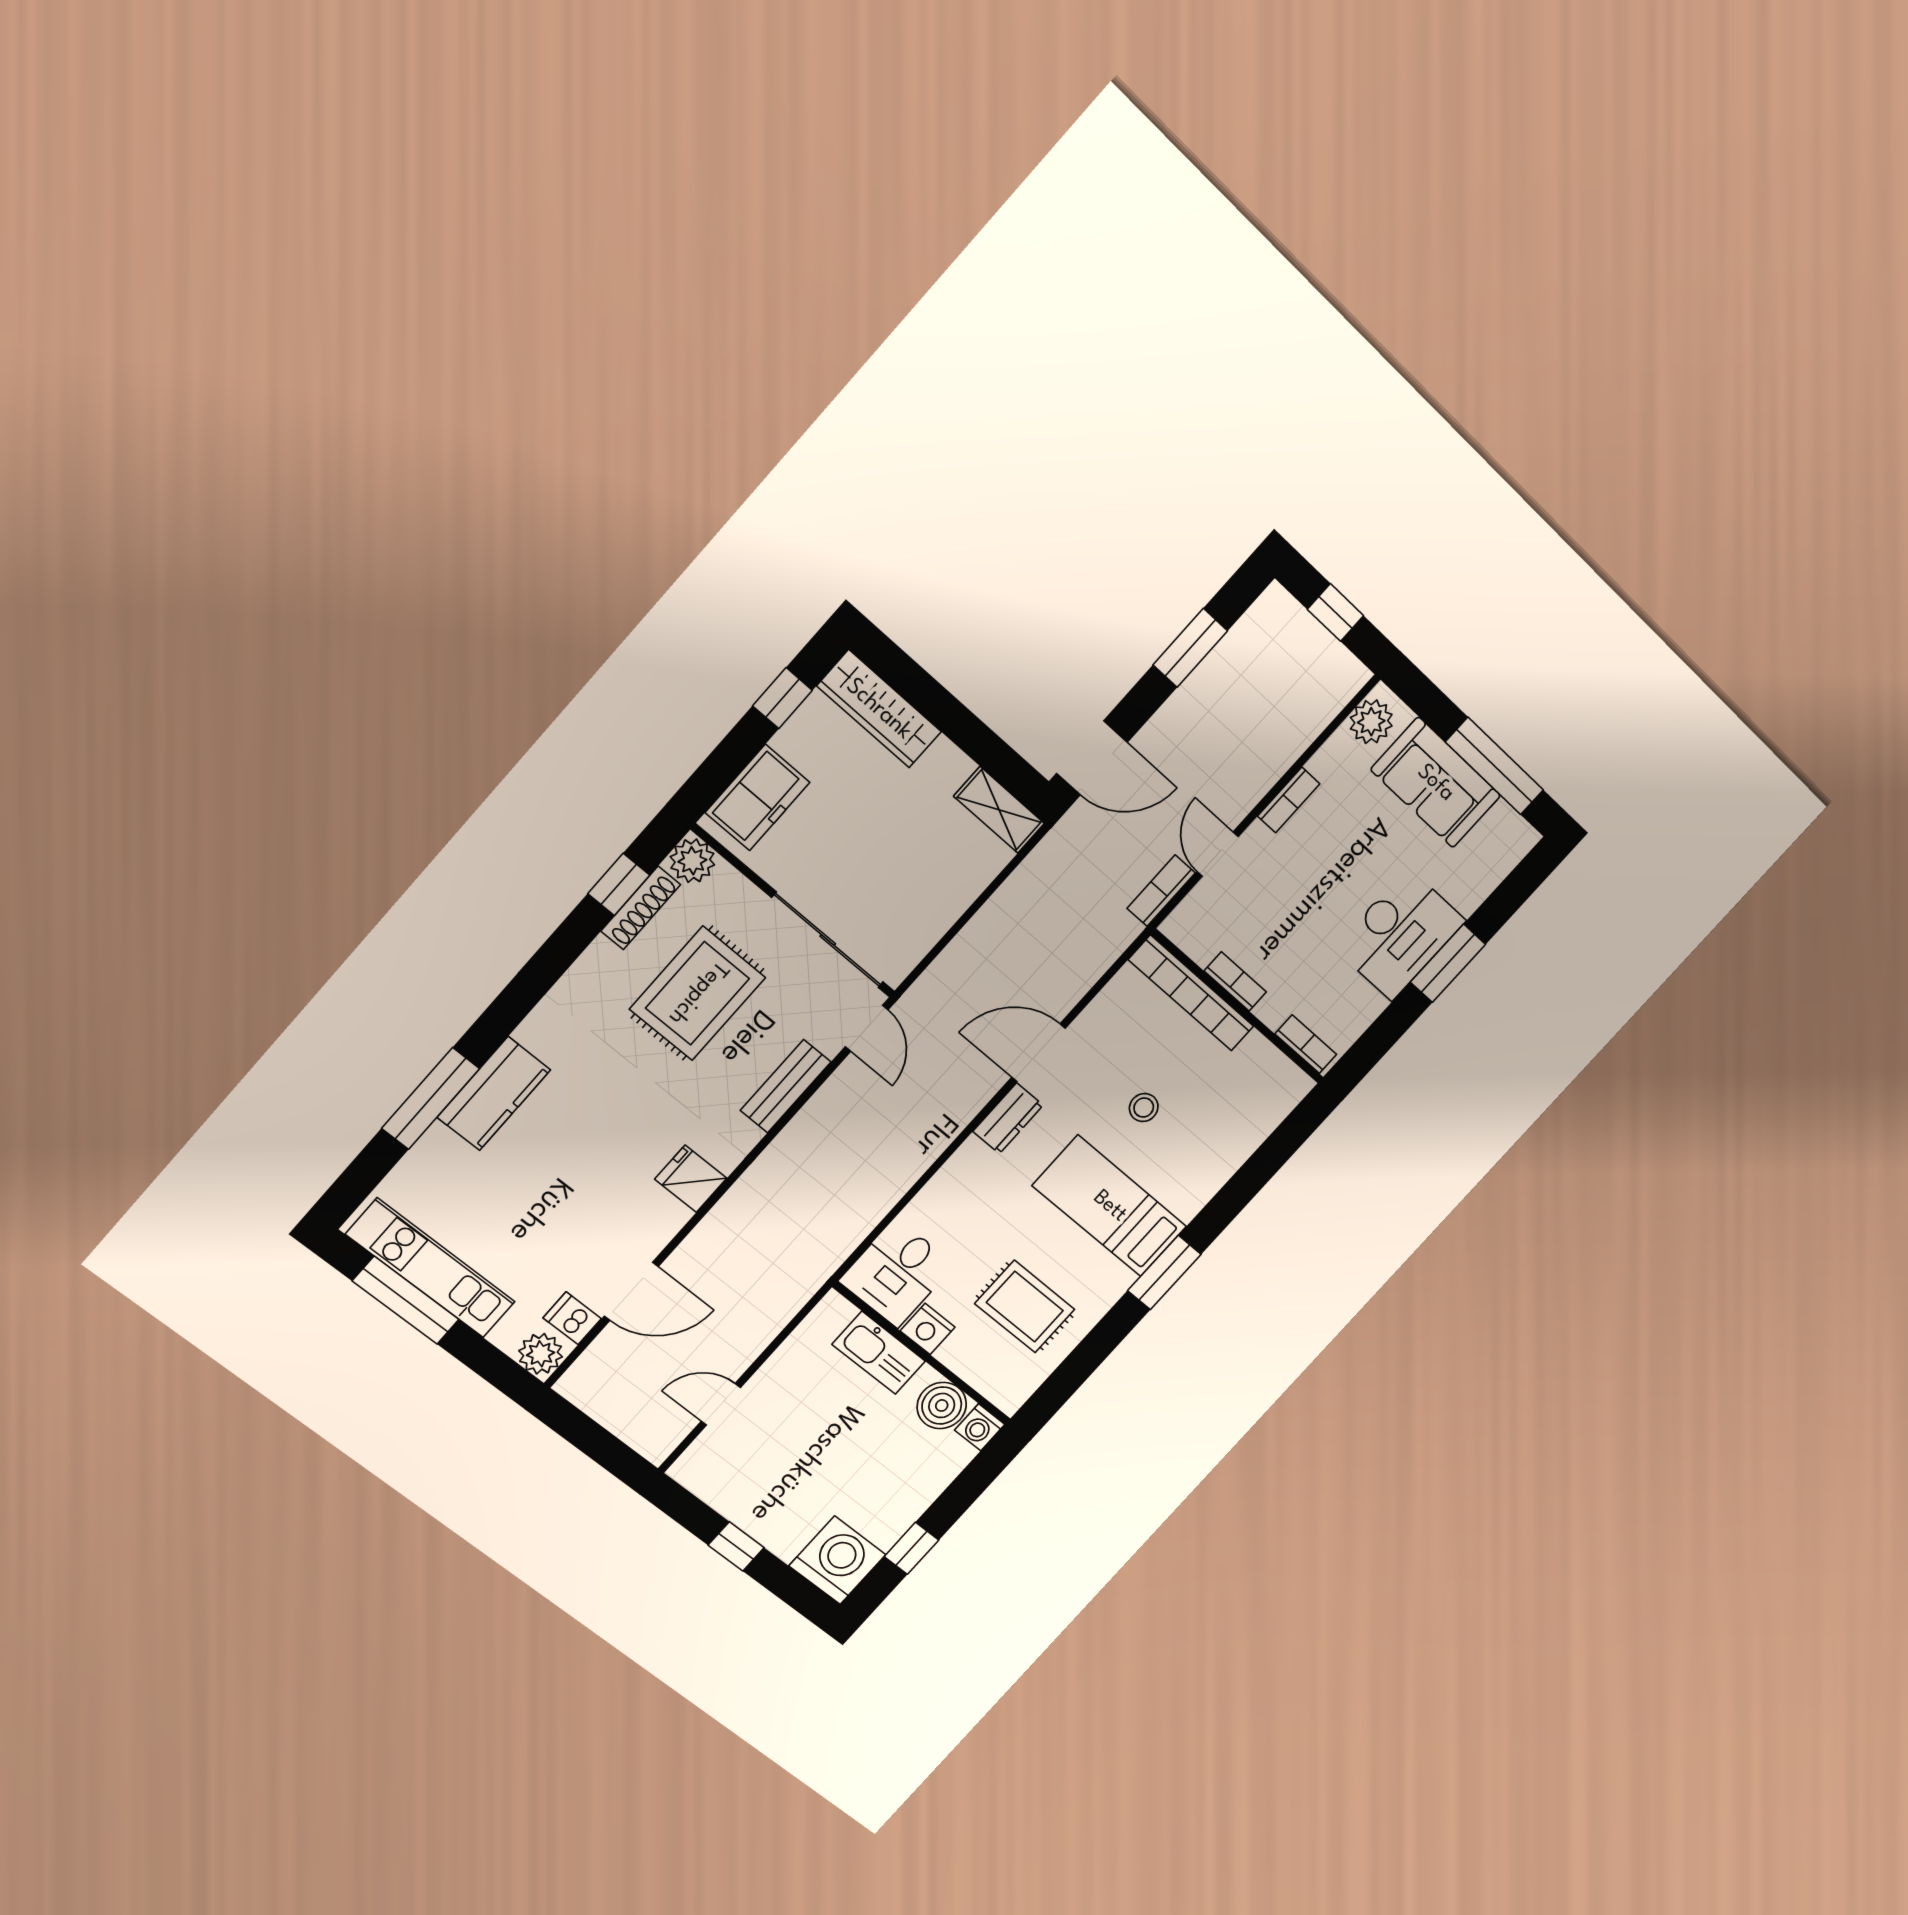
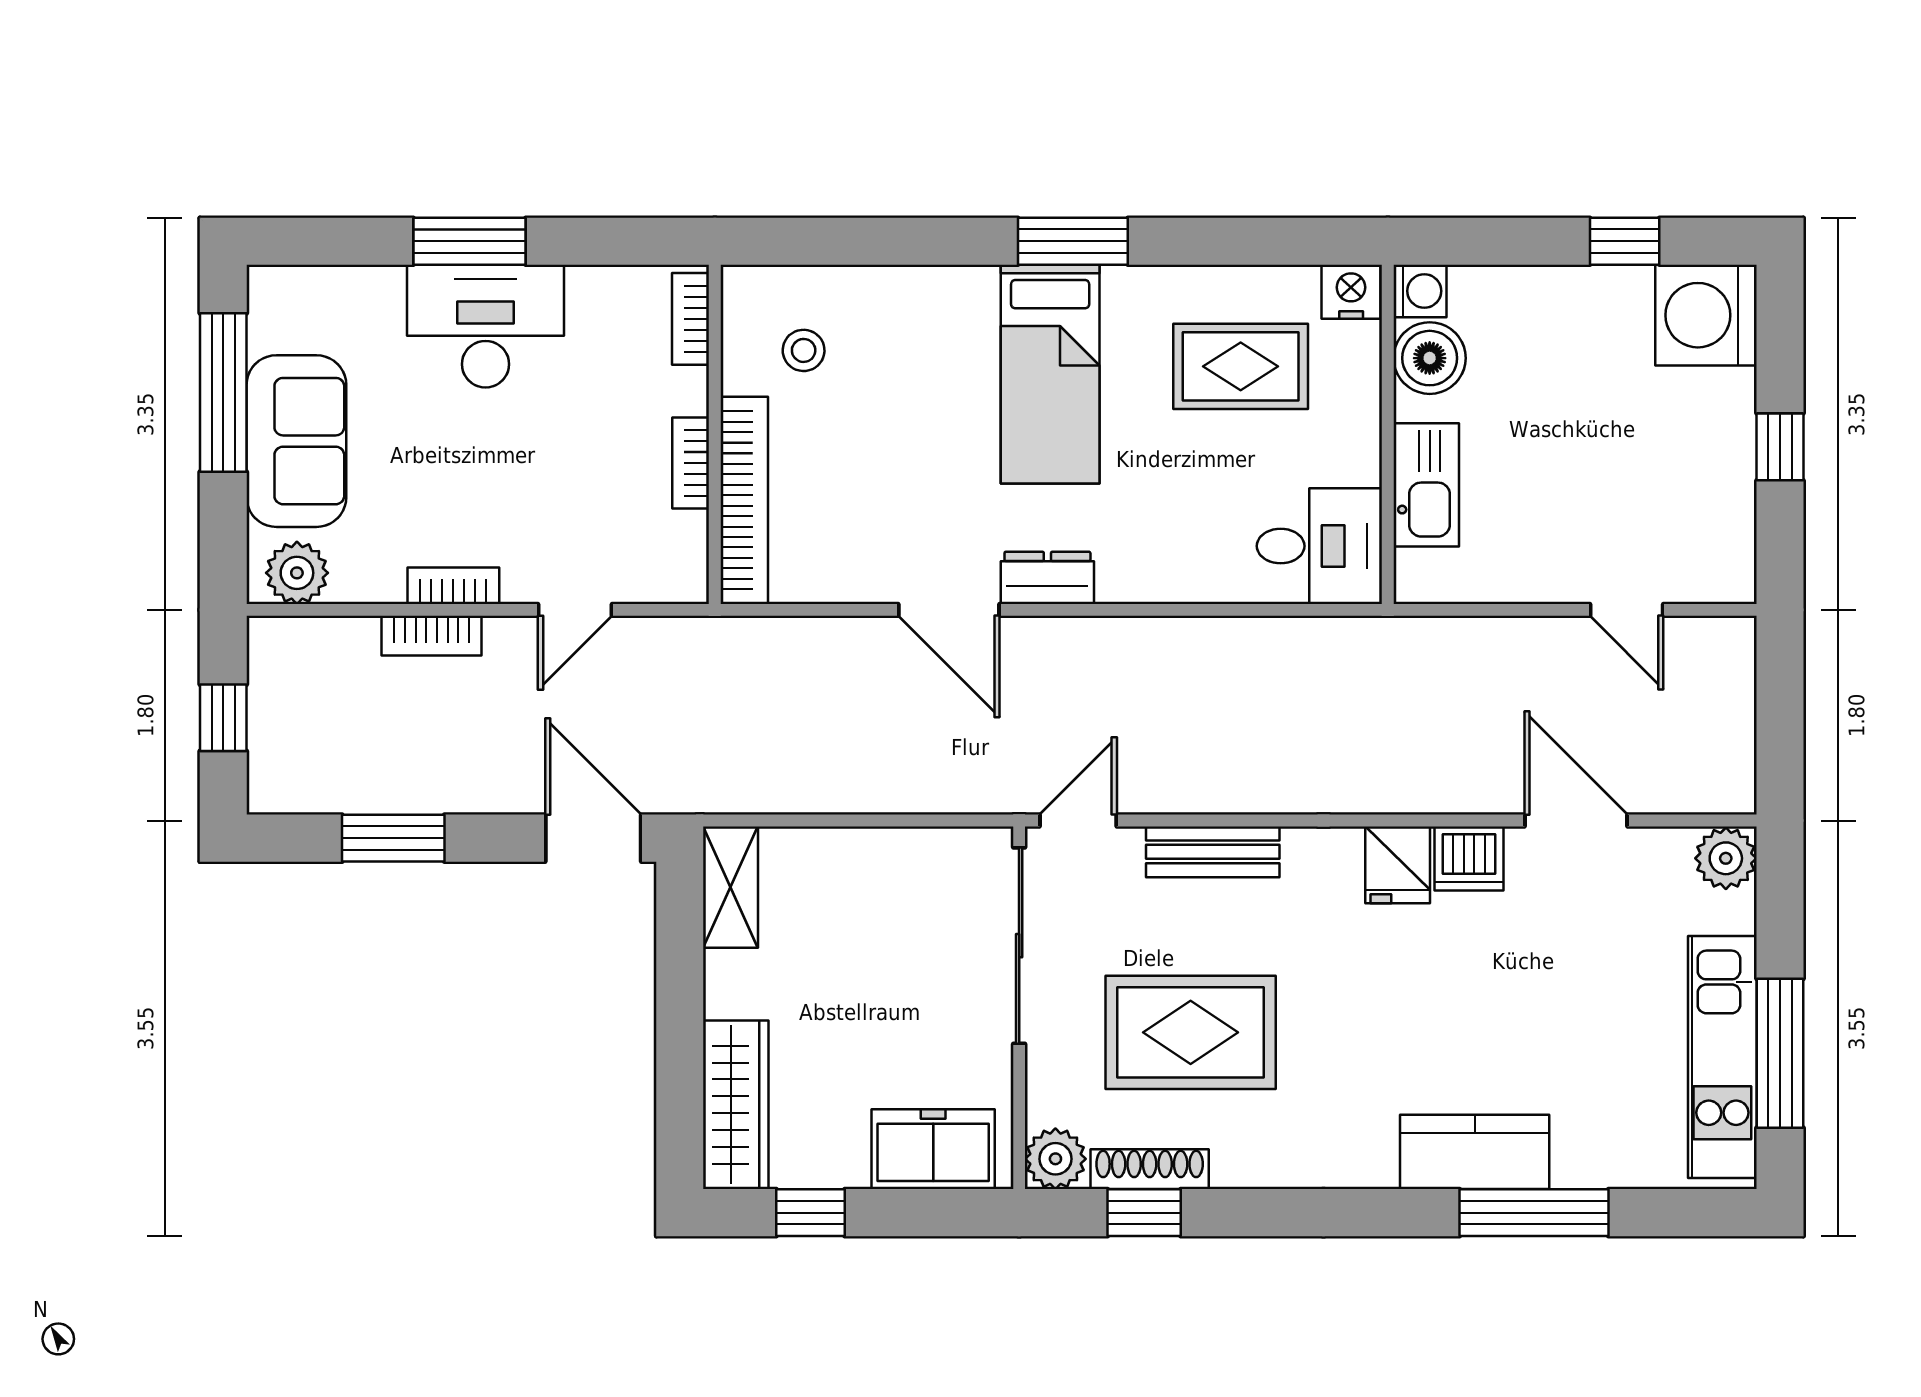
bookcase: (1161, 891) -> (432, 636), moved
stool: (1144, 1108) -> (804, 350), moved
rug: (1025, 1307) -> (1241, 366), turned 90
dishwasher: (572, 1318) -> (1469, 859), moved, width x1.38
nightstand: (928, 1329) -> (1351, 292), moved, turned -90

